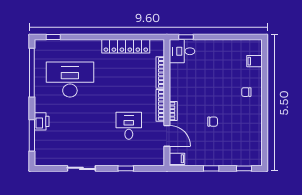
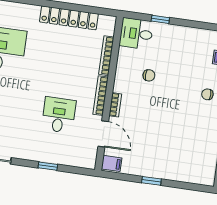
window: (186, 37) -> (160, 19), moved
chair: (213, 122) -> (149, 75), moved
window: (244, 168) -> (191, 187), removed

